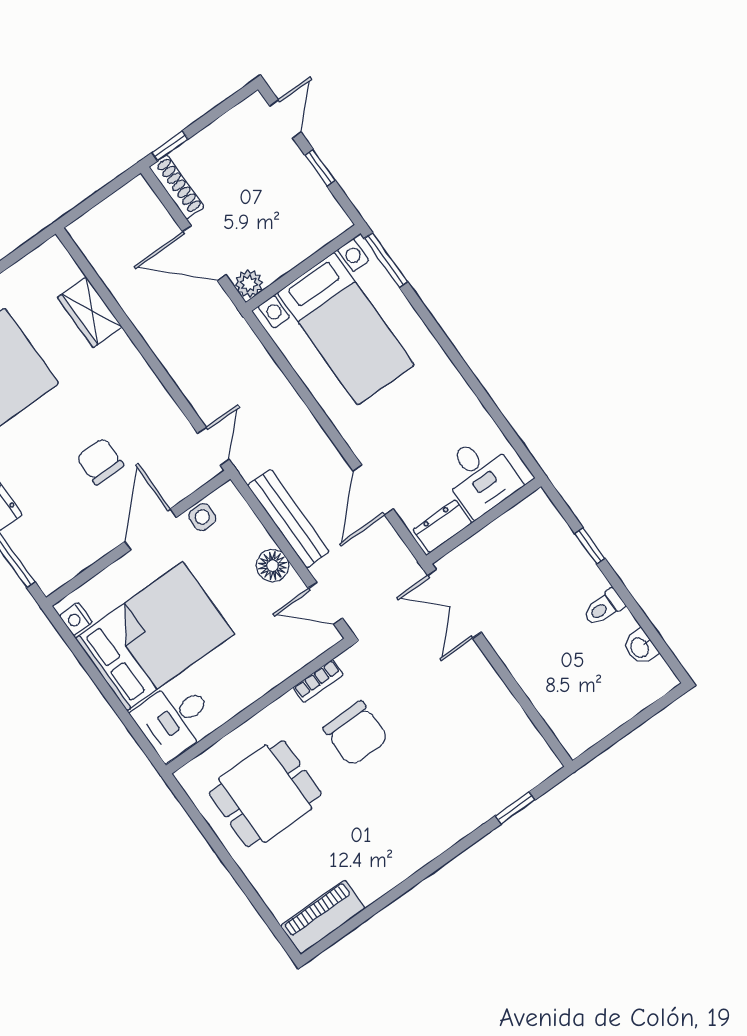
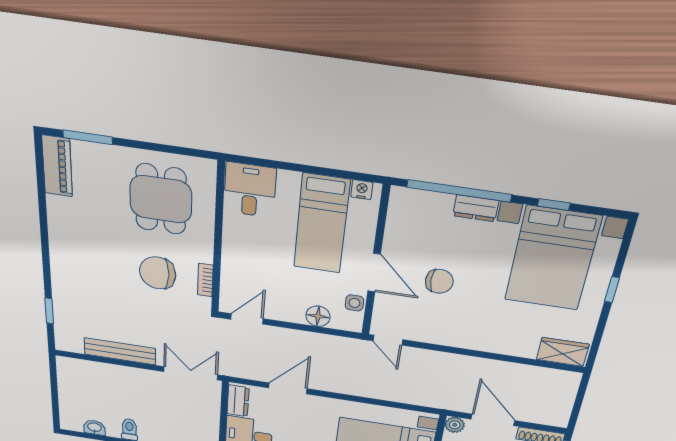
door: (204, 253) -> (493, 420), hinge flipped
wardrobe: (90, 312) -> (563, 352), moved
door: (373, 490) -> (288, 388), hinge flipped
bench: (288, 519) -> (120, 351), moved
floor lamp: (273, 566) -> (318, 316), moved
bed: (155, 636) -> (322, 224), width x0.67
window: (263, 910) -> (88, 137), added

